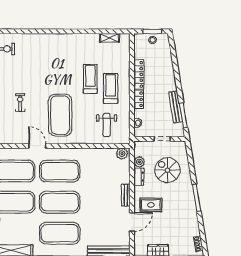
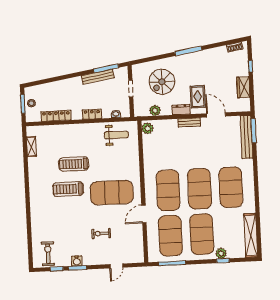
locker: (139, 74) -> (56, 116), moved
treadmill: (111, 88) -> (68, 189), moved
weight bench: (107, 125) -> (116, 135), moved
dresser: (139, 177) -> (181, 110), moved

